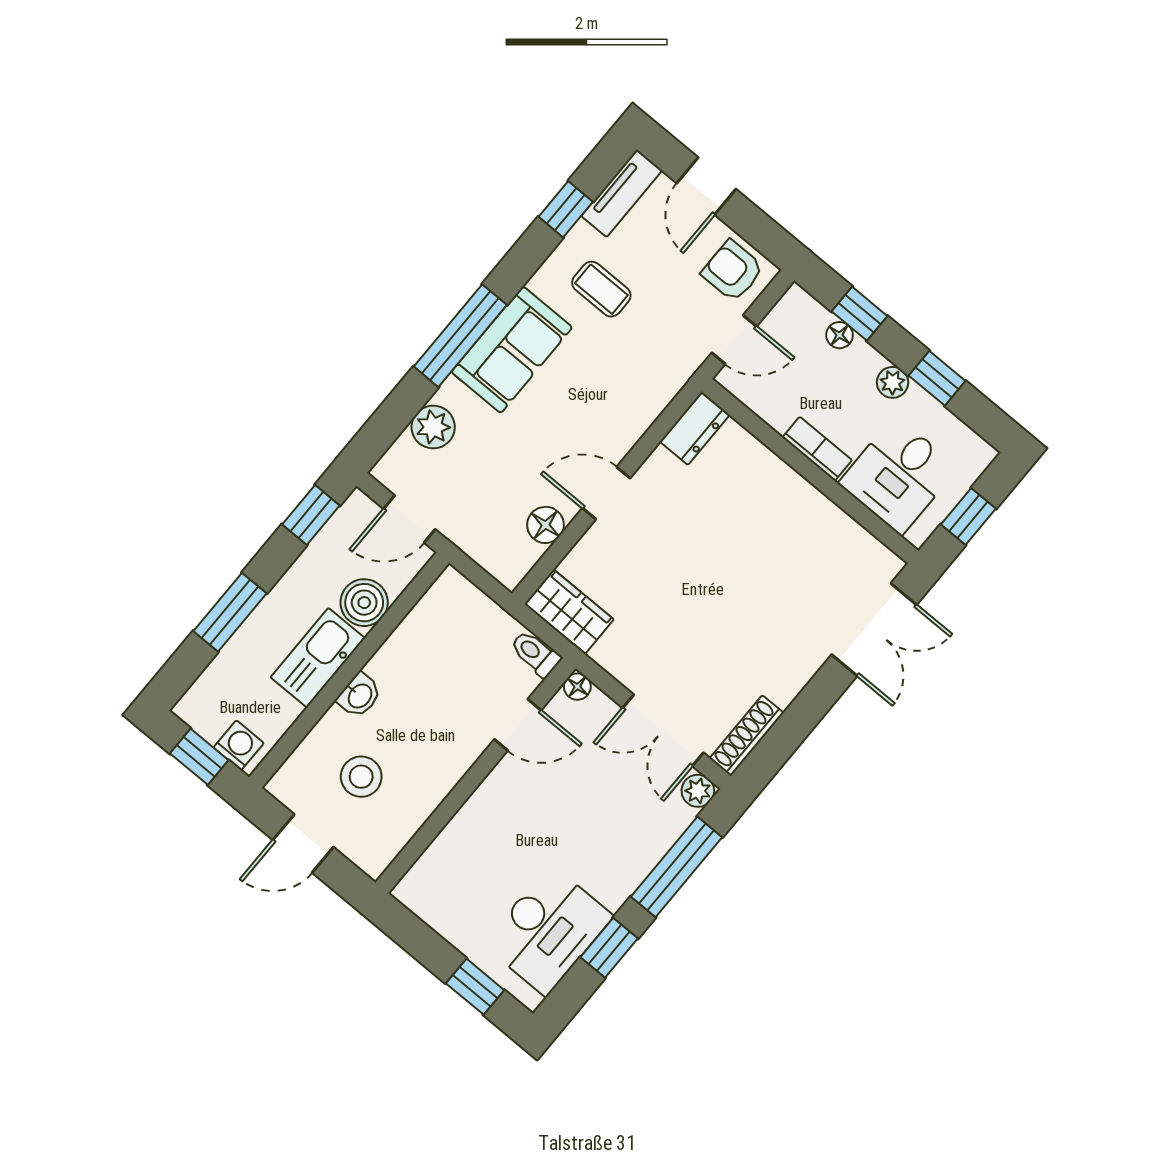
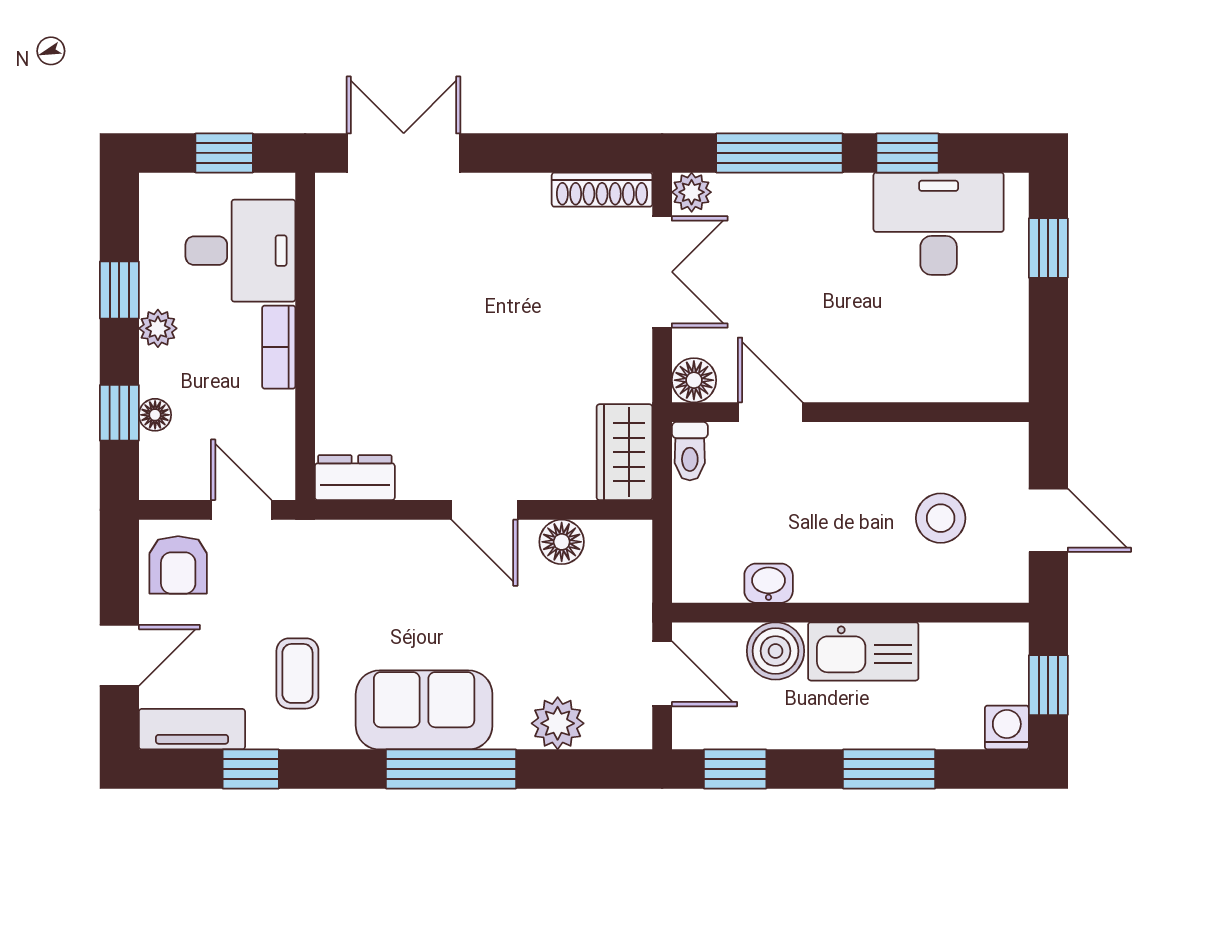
floor lamp: (577, 687) -> (694, 380), width x1.37, depth x1.37
washbasin: (359, 695) -> (769, 583), moved
washing machine: (239, 745) -> (1007, 728), moved, turned 90

